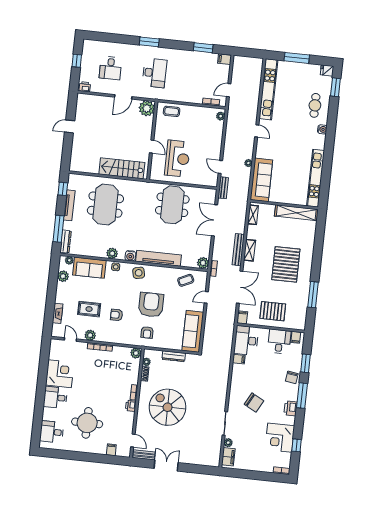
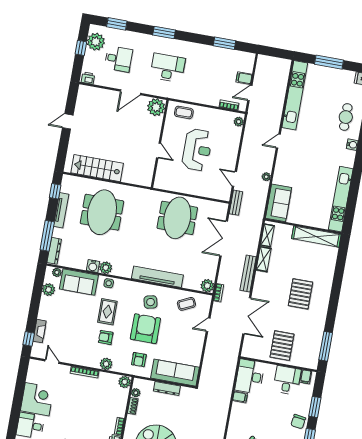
window: (107, 37) -> (117, 24), added
plant: (89, 54) -> (96, 42), added
filing cabinet: (225, 59) -> (244, 78), moved
desk: (111, 68) -> (118, 59), turned -90
desk: (154, 73) -> (168, 68), turned -90
door: (257, 131) -> (278, 141), swing flipped
reception desk: (177, 159) -> (197, 150), moved
stairs: (122, 168) -> (97, 168), moved
sofa: (261, 180) -> (279, 203), width x0.73
shelving: (250, 250) -> (264, 259), moved
water cooler: (130, 256) -> (93, 266), moved
pallet: (286, 264) -> (300, 294), width x0.73, depth x0.71
side table: (139, 273) -> (151, 302), moved
window: (313, 295) -> (326, 346), moved
rug: (89, 309) -> (107, 312), moved, turned 90
pallet: (273, 311) -> (282, 346), turned 90
filing cabinet: (242, 317) -> (247, 350), removed
window: (48, 321) -> (29, 339), added
sofa: (193, 331) -> (175, 373), moved, turned 90
plant: (90, 335) -> (106, 364), moved

